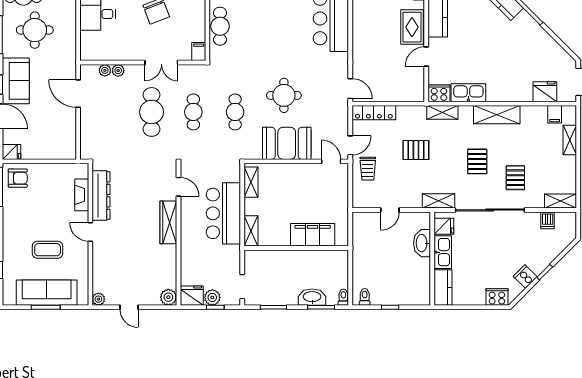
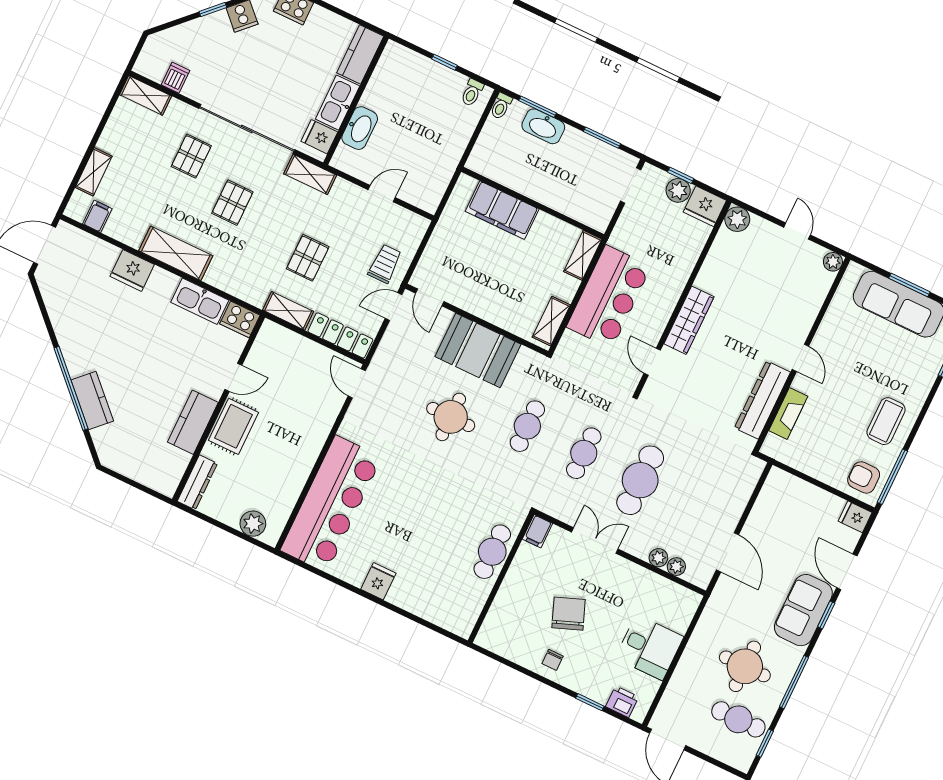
fridge: (545, 92) -> (132, 270), moved
shelving: (442, 112) -> (288, 311), moved
pallet: (416, 150) -> (308, 258), turned 90
coffee table: (48, 250) -> (886, 421), moved, turned 90

